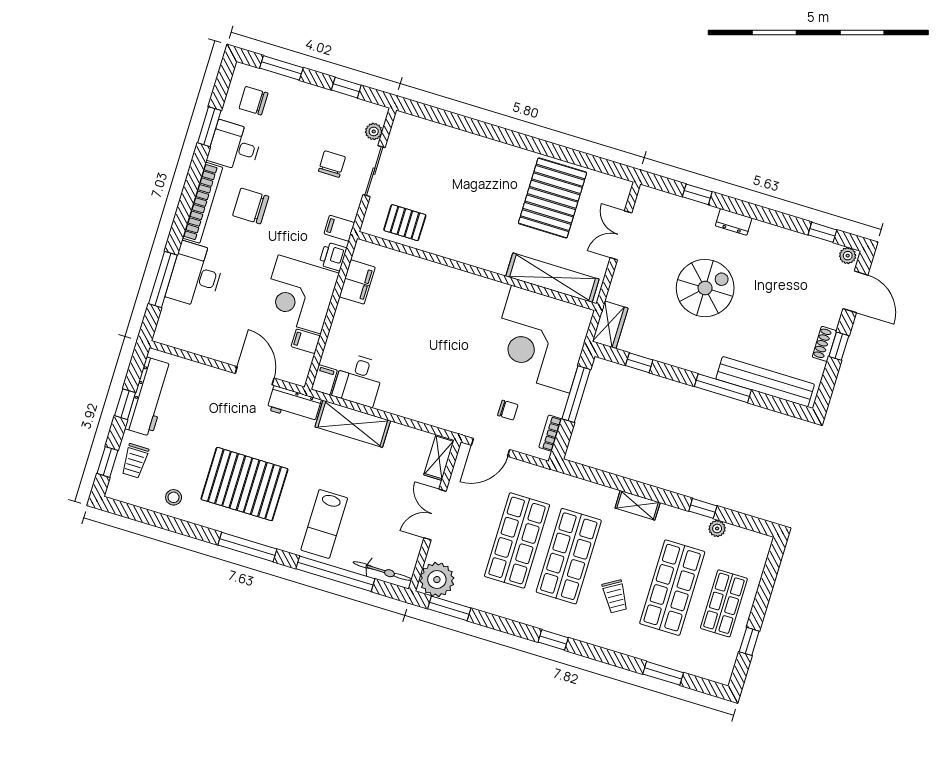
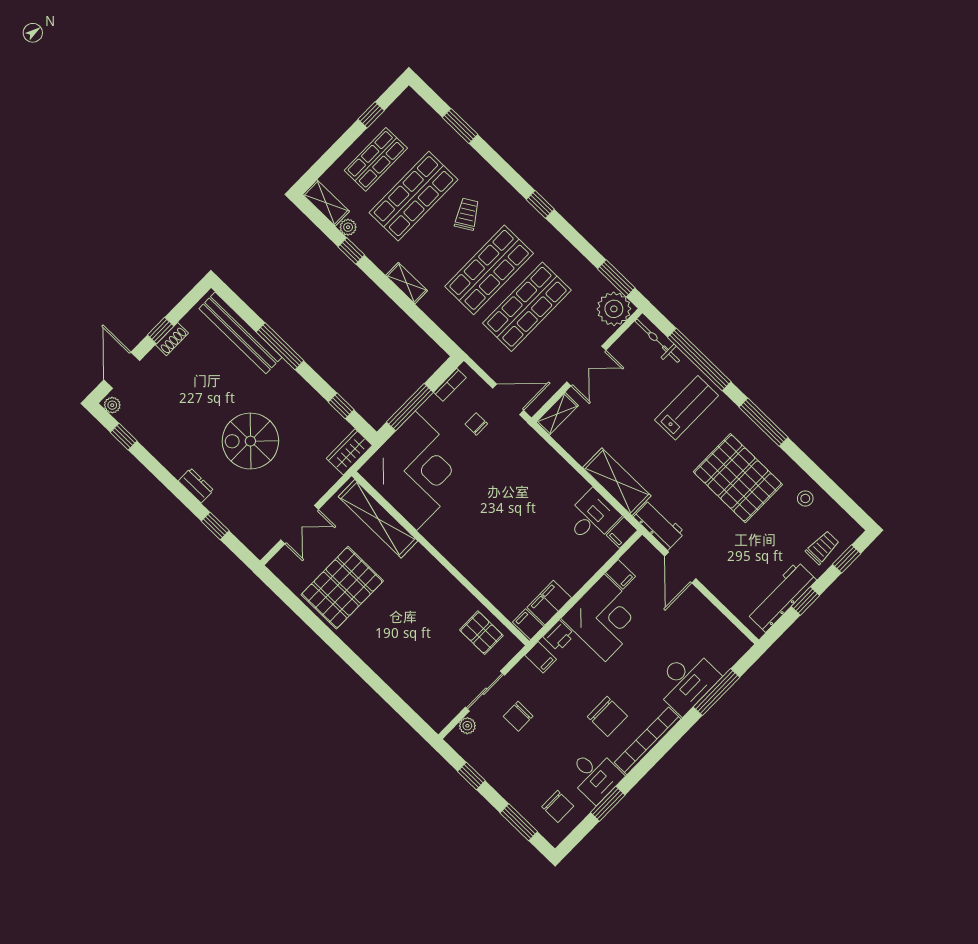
filing cabinet: (366, 252) -> (528, 624), added
shelving: (749, 540) -> (326, 203), added

